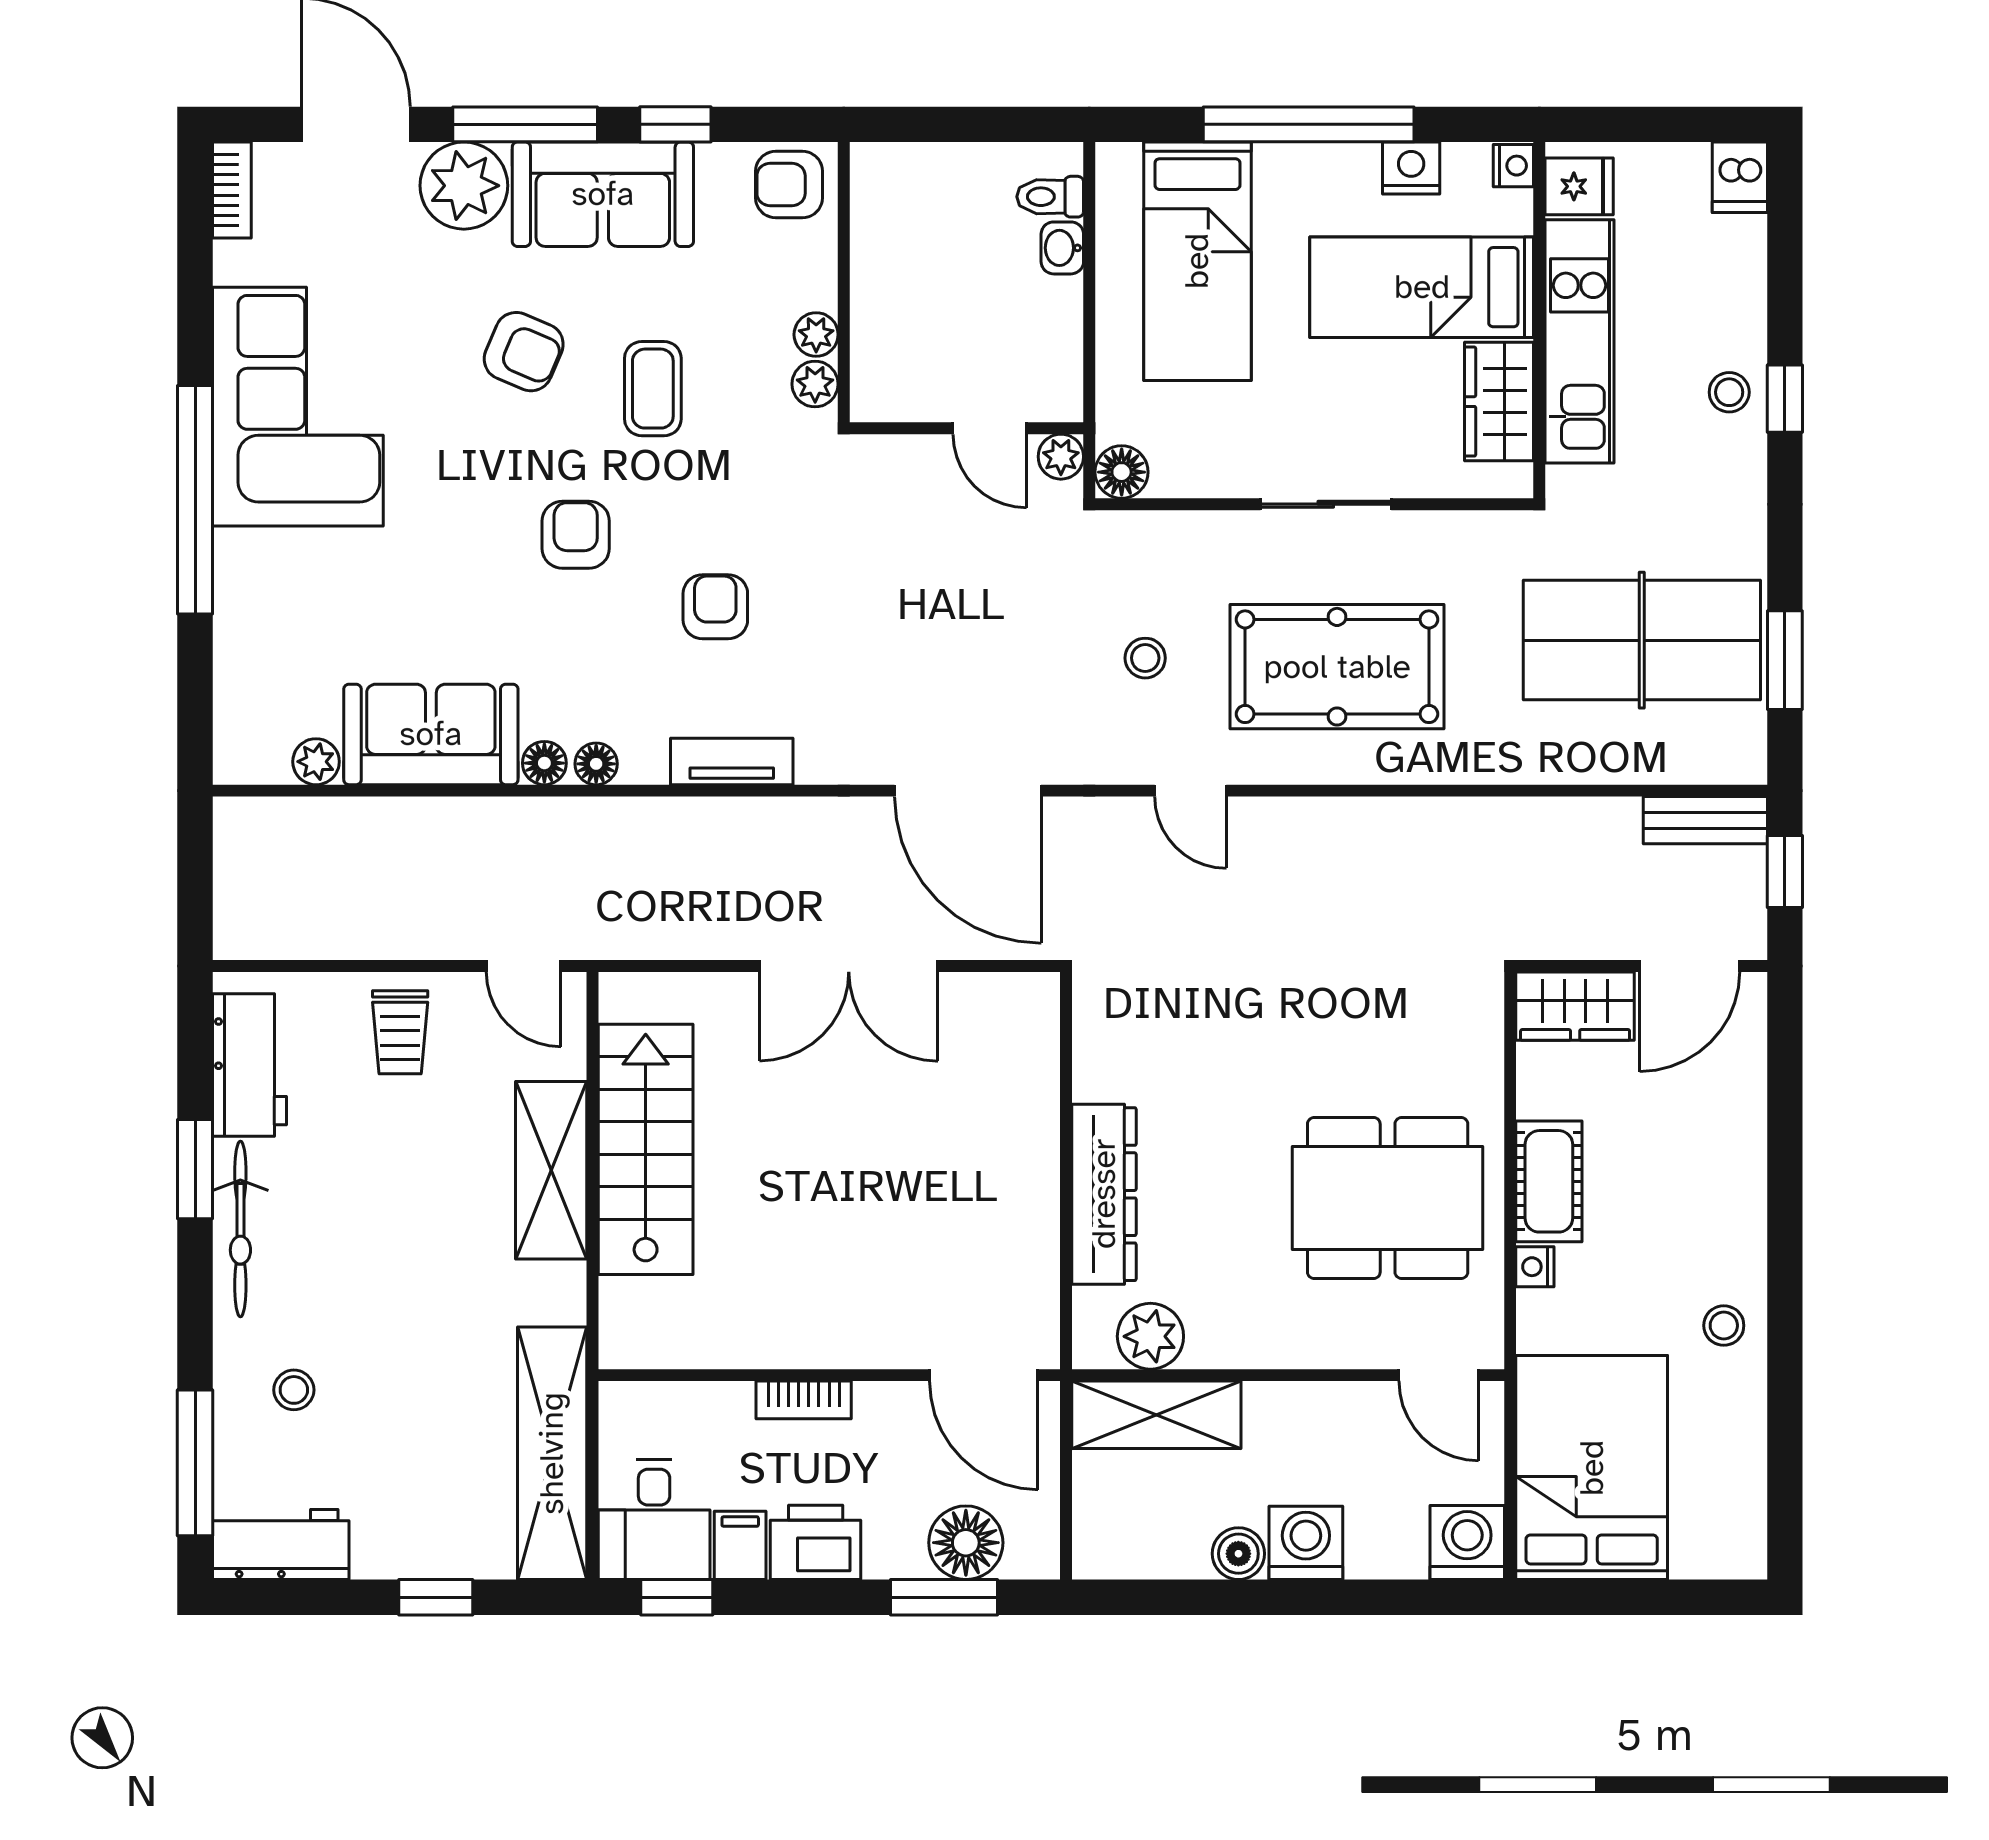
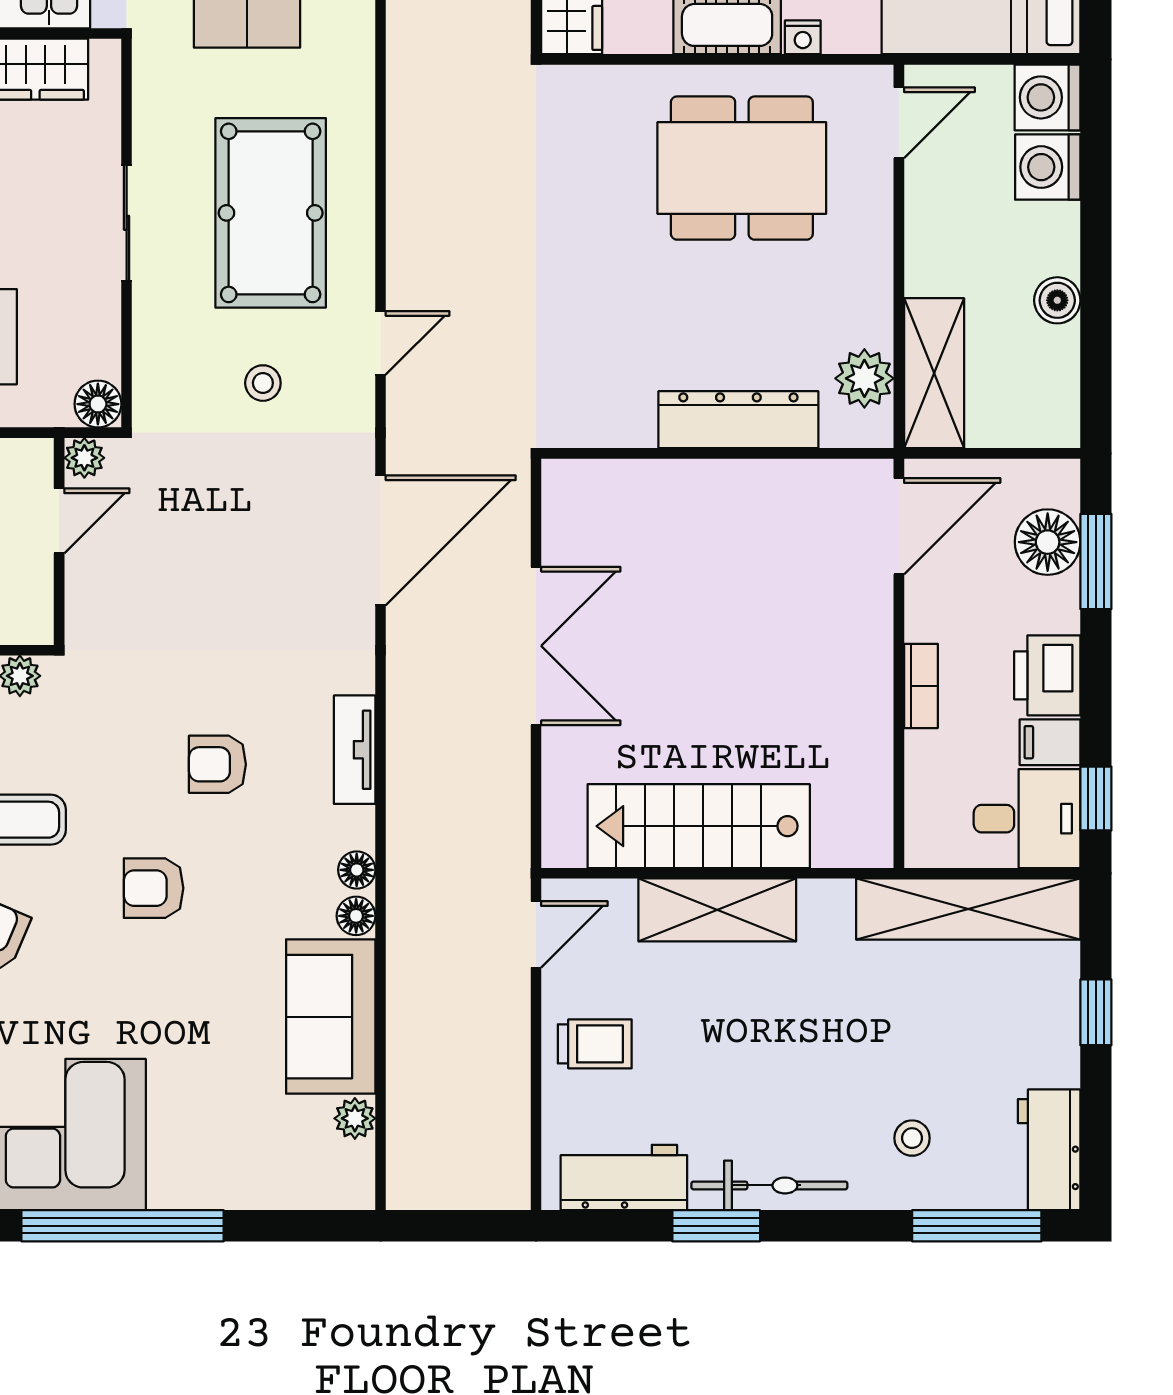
dining table: (1388, 1198) -> (742, 168), turned 90
washing machine: (1306, 1543) -> (1048, 167), moved

